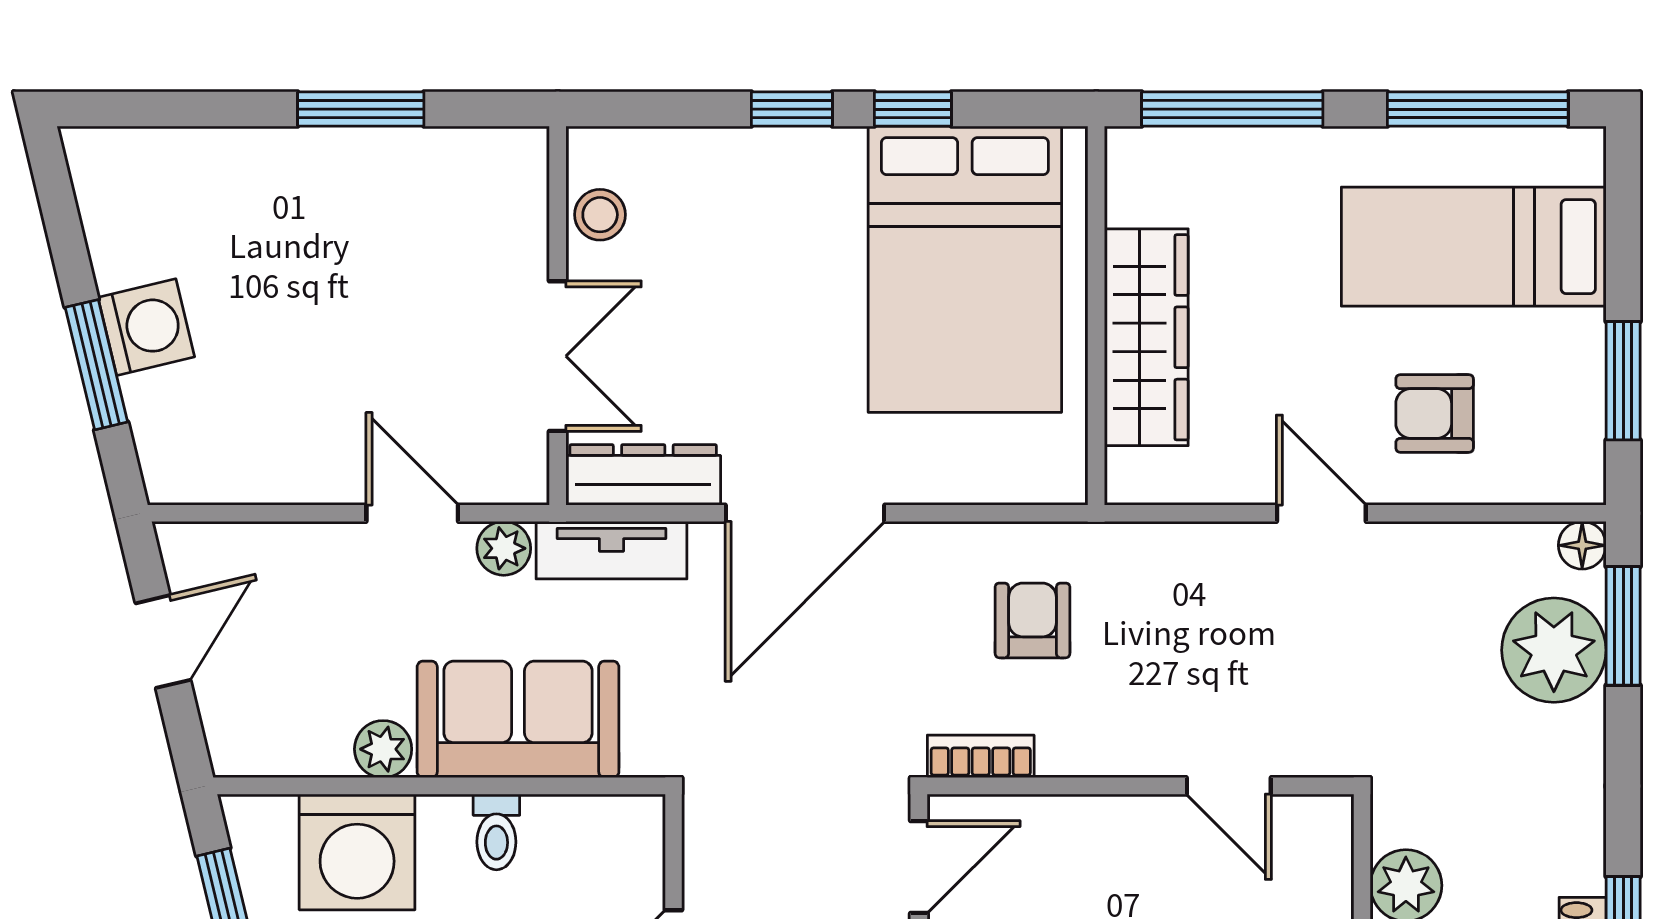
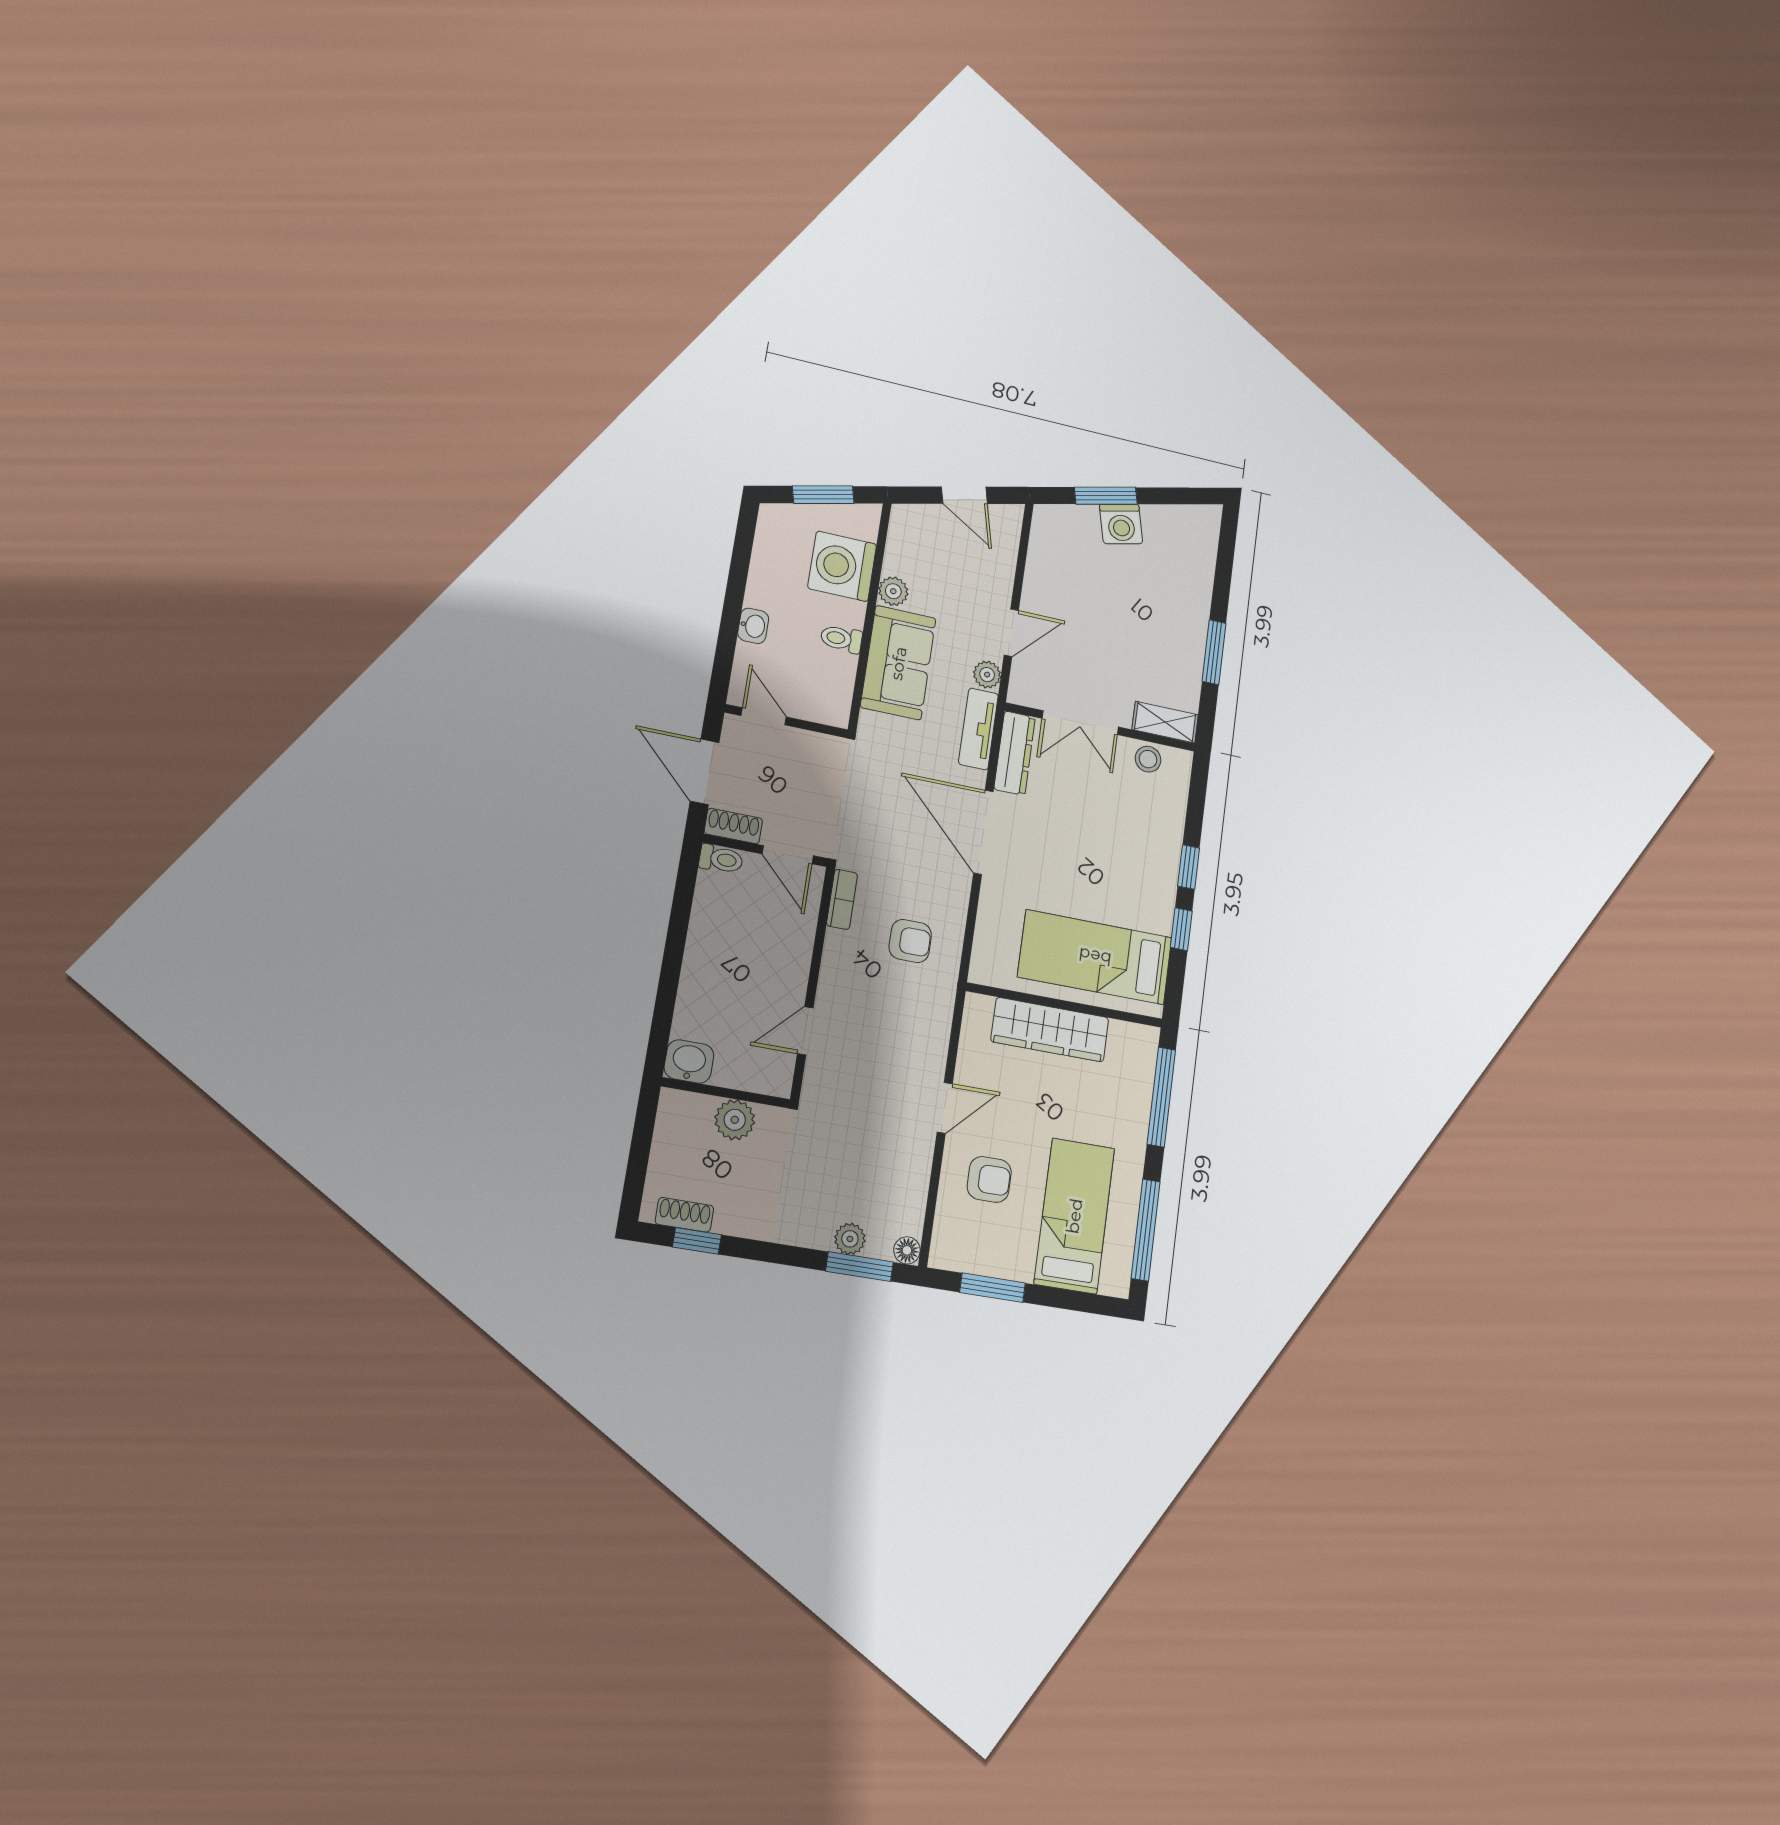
shelving: (521, 190) -> (1165, 722), added
bed: (965, 269) -> (1095, 957), width x0.67
armchair: (1435, 414) -> (989, 1179), turned 90
plant: (1554, 650) -> (850, 1239), width x0.53, depth x0.53

